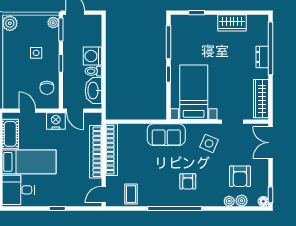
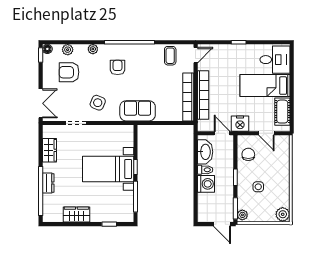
bed with nightstands: (194, 92) -> (108, 169), moved, turned 90
wardrobe: (261, 99) -> (49, 150), width x0.67
armchair: (240, 176) -> (69, 72), turned -90
plant: (229, 201) -> (93, 49), moved

